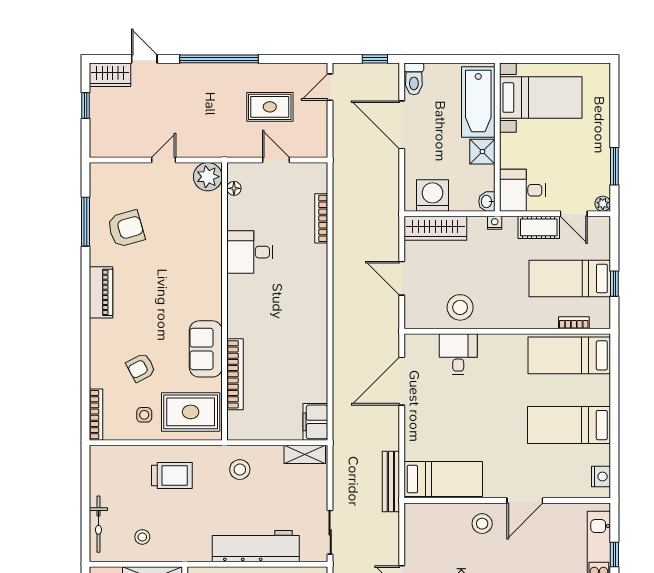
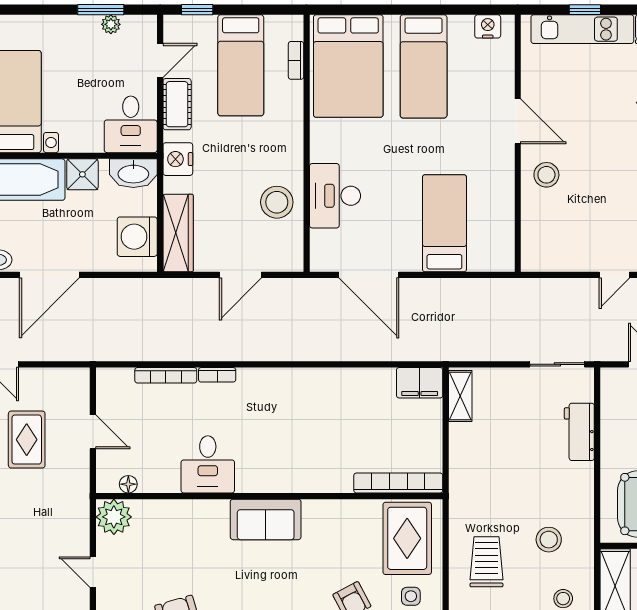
door: (276, 160) -> (93, 432), swing flipped
washbasin: (487, 201) -> (133, 173), width x1.91, depth x1.45
plant: (603, 204) -> (111, 24), moved
nightstand: (495, 223) -> (178, 159), width x1.89, depth x1.79
bookcase: (322, 260) -> (217, 375), added
window: (614, 284) -> (197, 10), moved
sofa: (206, 349) -> (266, 519), moved
desk: (458, 354) -> (335, 196), width x1.37
bed: (569, 355) -> (348, 66), width x1.50
bookcase: (235, 374) -> (398, 483), moved
stool: (240, 470) -> (549, 540), moved
bed: (443, 479) -> (444, 223), moved
bench: (391, 482) -> (494, 289), removed
workbench: (256, 546) -> (579, 432), width x0.53, depth x0.76

